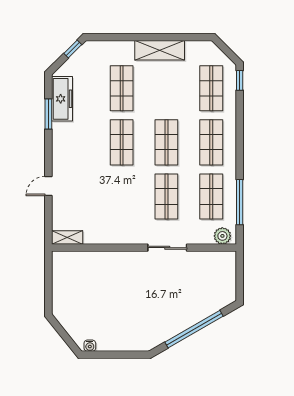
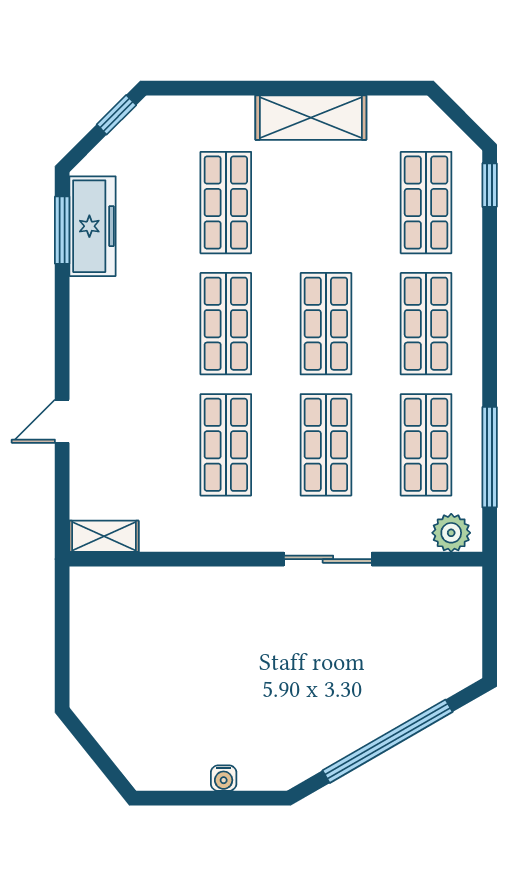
window: (48, 114) -> (62, 230), moved
shop shelf: (122, 197) -> (226, 445), added
water cooler: (90, 346) -> (224, 778), moved

